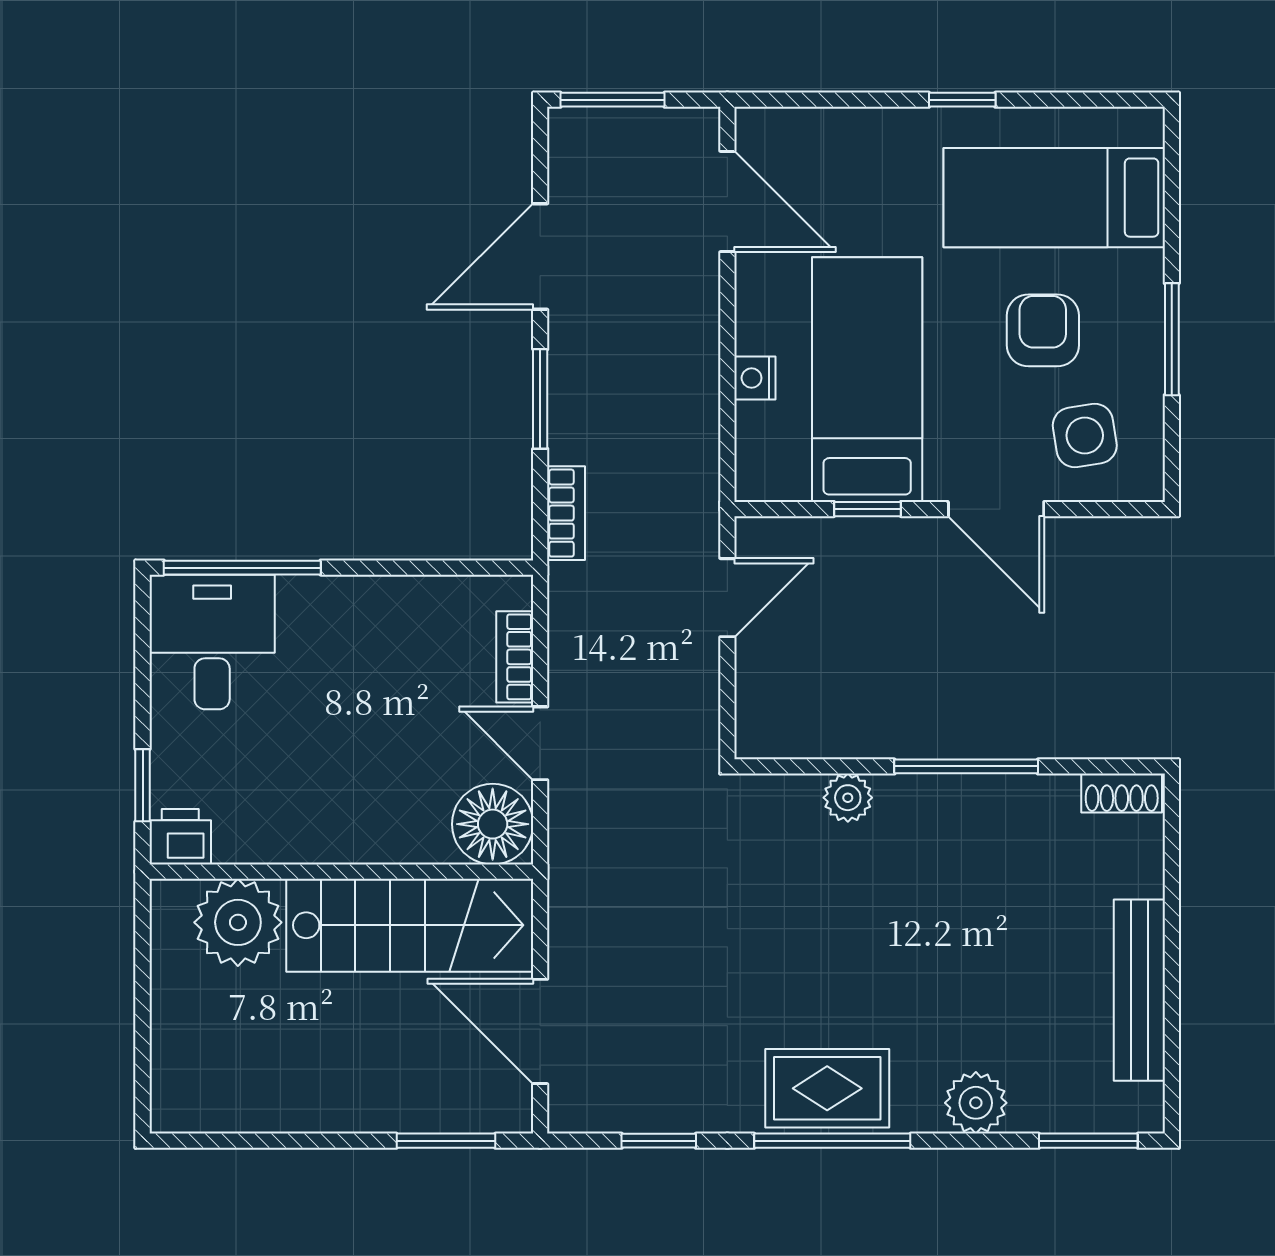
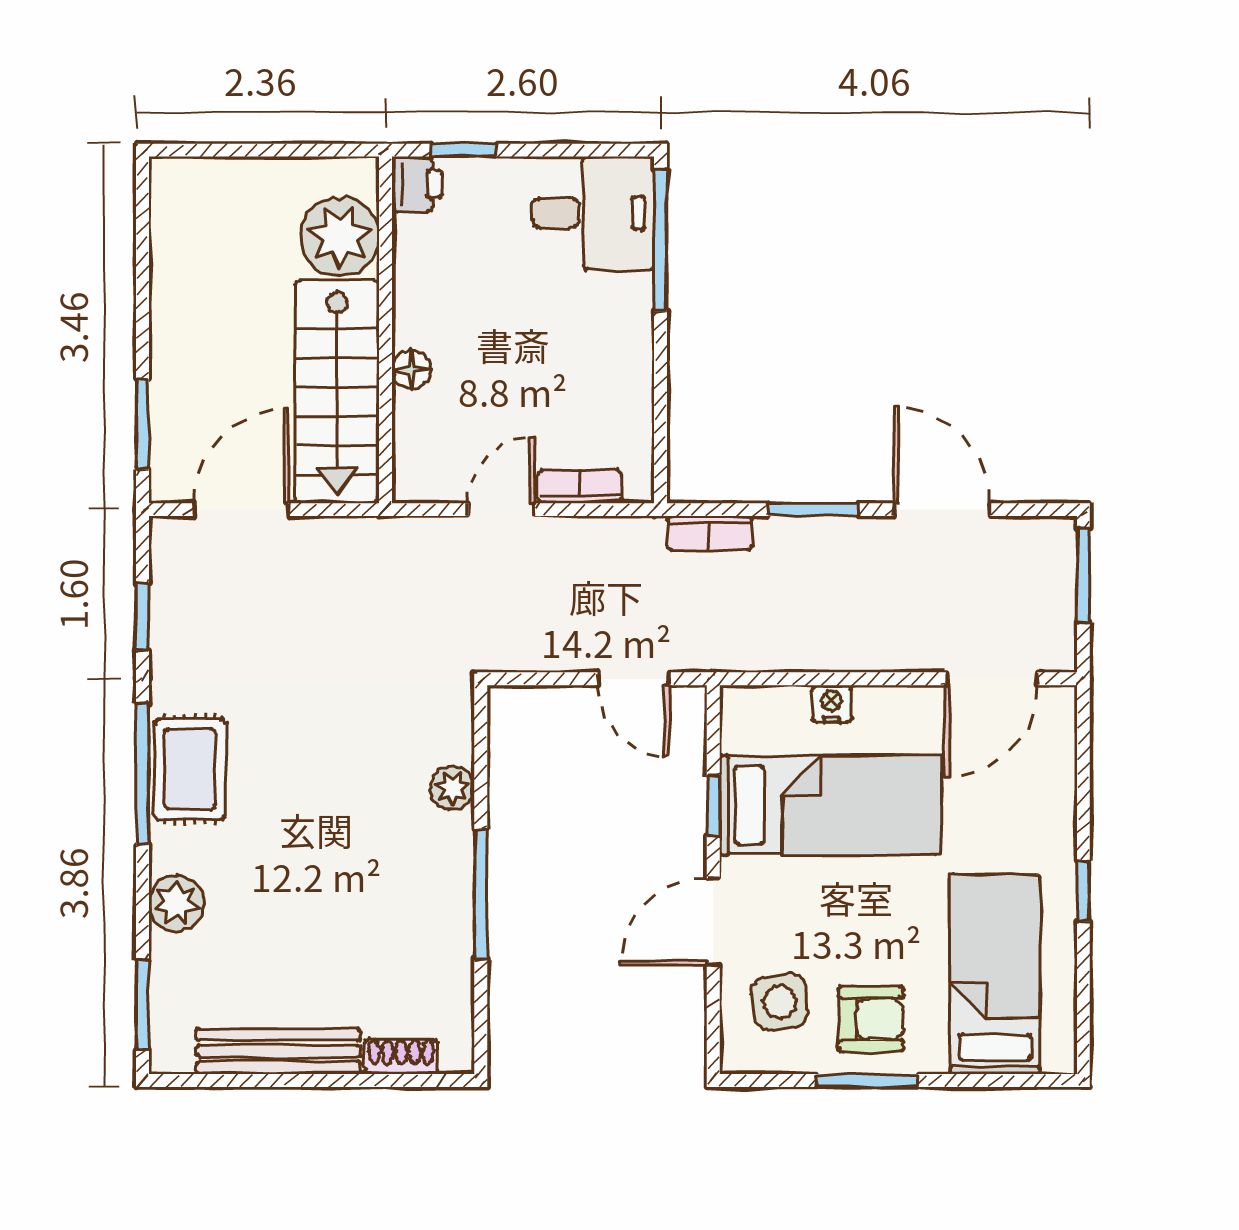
armchair: (1043, 330) -> (871, 1019), moved
shoe rack: (1122, 793) -> (401, 1057), moved, turned 90
floor lamp: (493, 824) -> (411, 370), moved, width x0.53, depth x0.53

